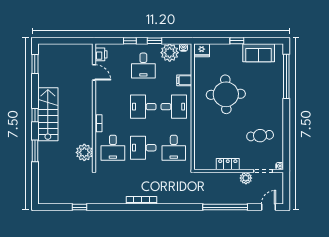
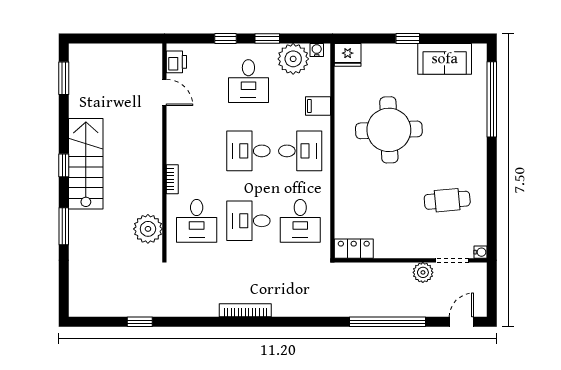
locker: (228, 164) -> (354, 249), moved

